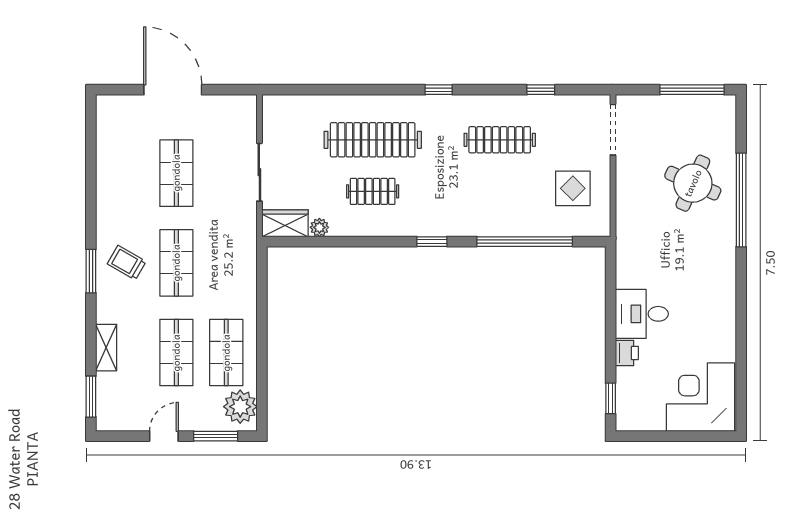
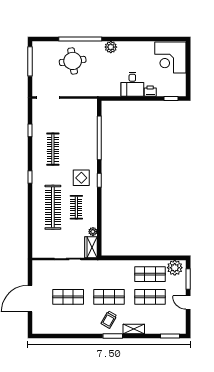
round table: (693, 183) -> (73, 61), turned -32
display table: (573, 188) -> (81, 178), moved
plant: (723, 267) -> (111, 47), added
shelving: (106, 348) -> (134, 329), moved

